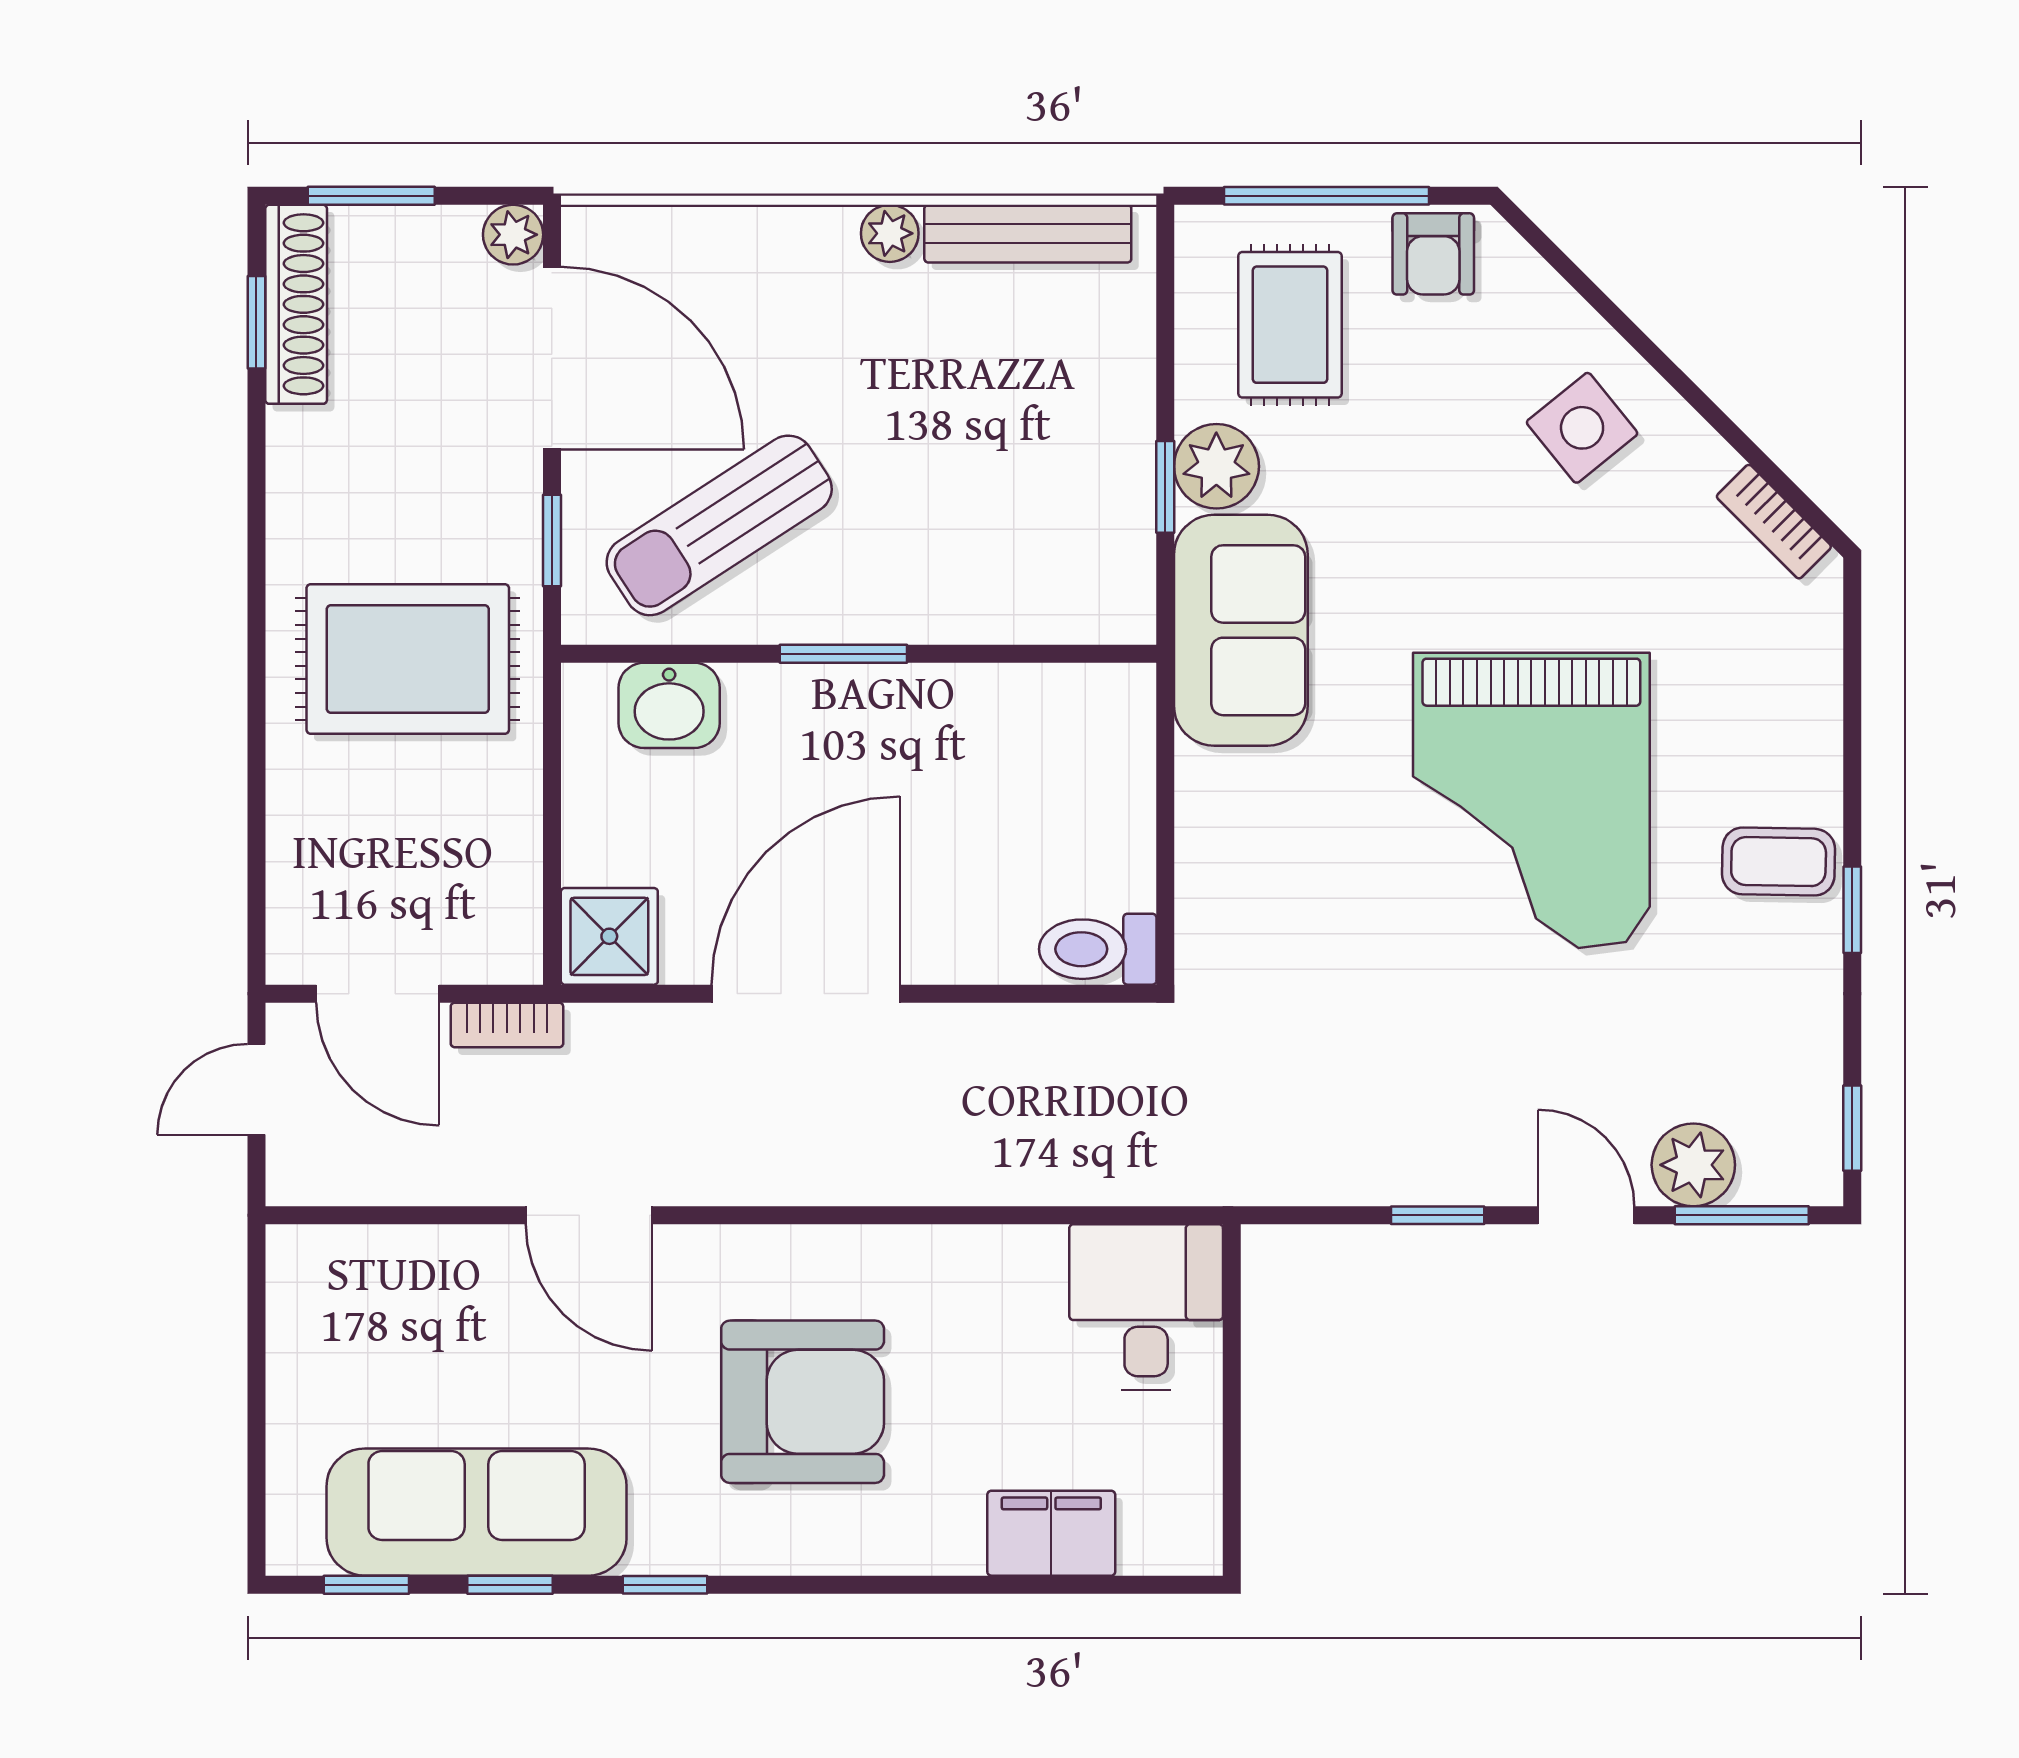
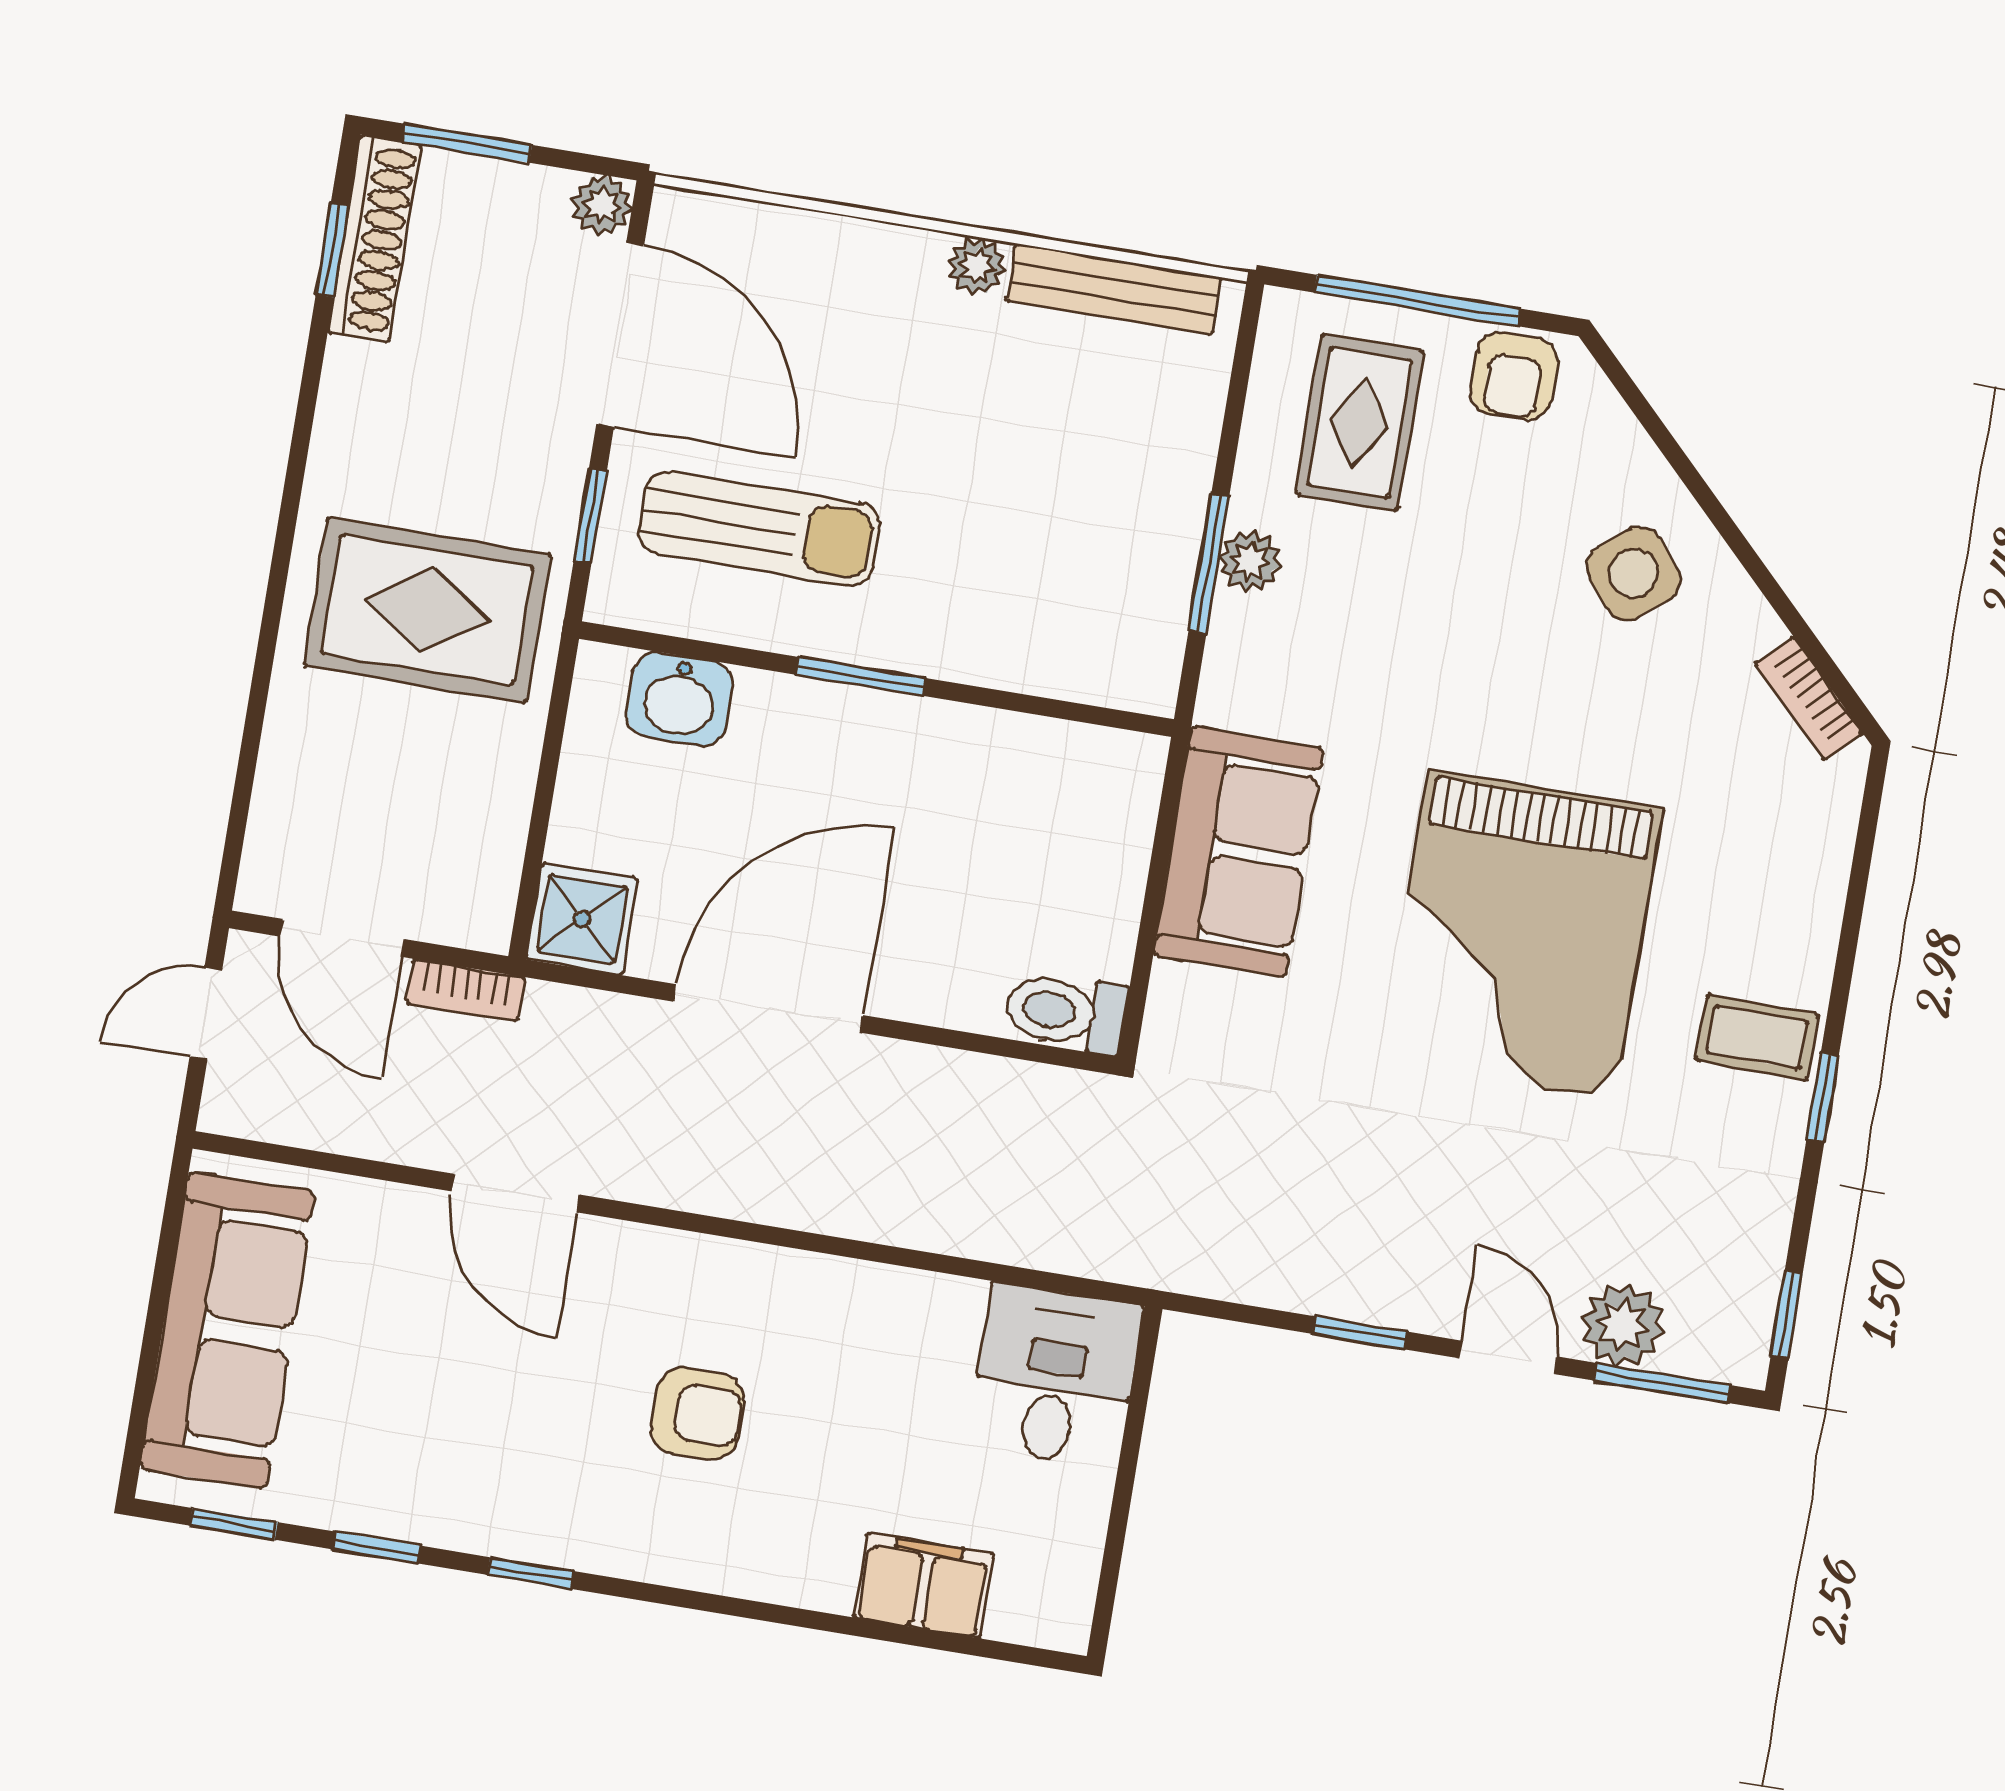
plant: (1216, 466) -> (1250, 561), width x0.73, depth x0.73
window: (1165, 487) -> (1209, 563), width x1.50
sun lounger: (719, 525) -> (759, 528), turned -147
sofa: (1241, 630) -> (1239, 852), moved
armchair: (803, 1402) -> (698, 1414), width x0.53, depth x0.53
sofa: (477, 1512) -> (228, 1330), moved, turned 90

